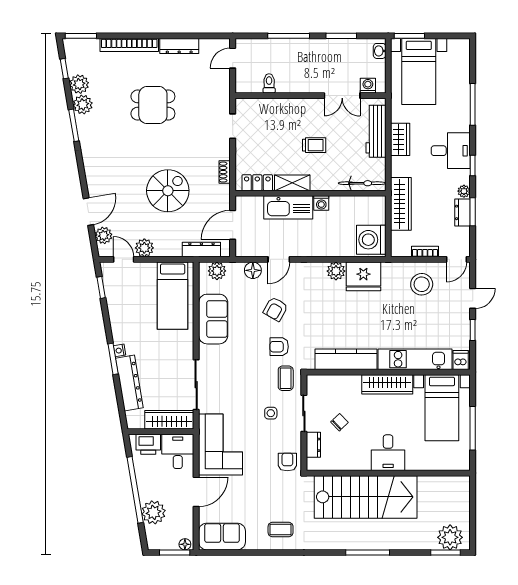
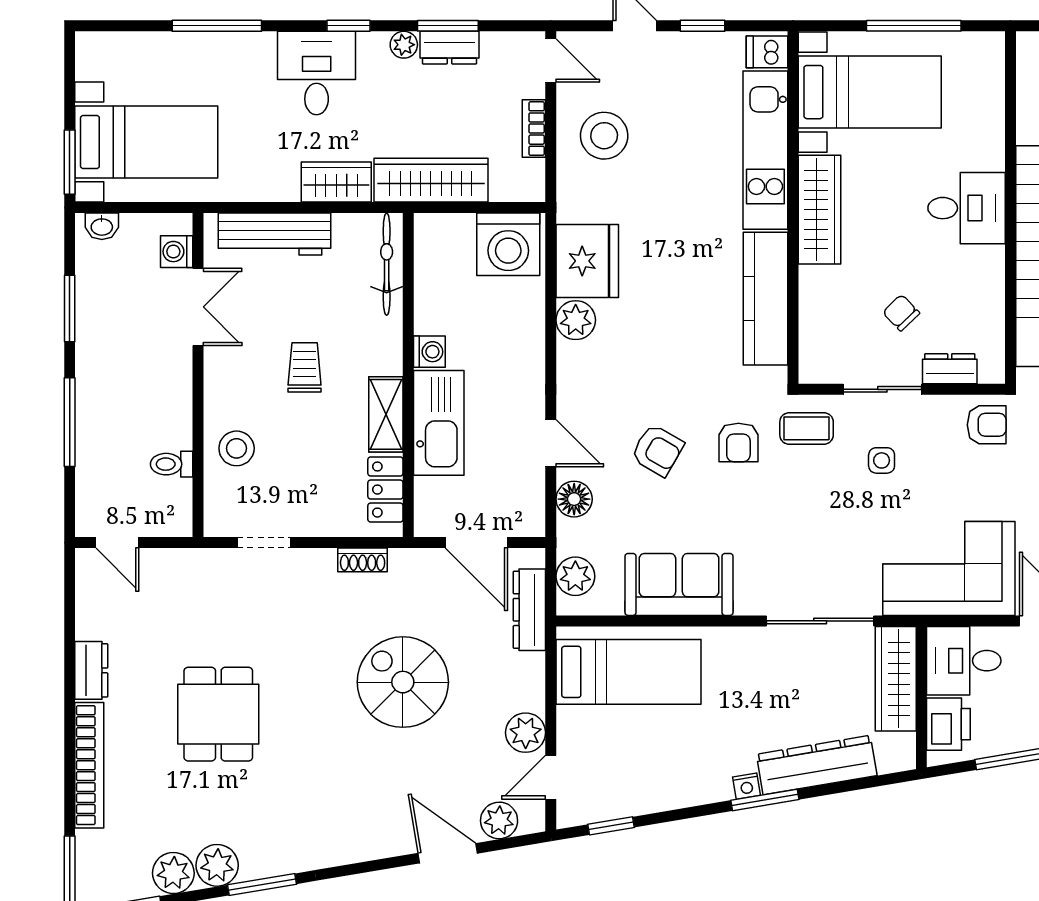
dresser: (179, 46) -> (91, 670), width x0.70
stool: (276, 113) -> (237, 448), added
wardrobe: (400, 139) -> (336, 182), moved
armchair: (287, 462) -> (987, 425), turned 180

